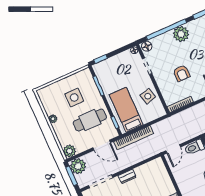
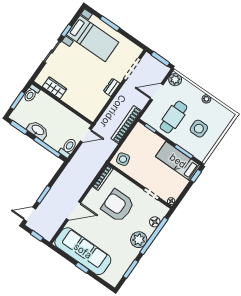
floor lamp: (147, 46) -> (155, 222), moved
armchair: (182, 73) -> (118, 206), width x1.88, depth x1.88
side table: (148, 96) -> (123, 159), moved
bed: (126, 110) -> (178, 161), moved, turned 180
door: (102, 145) -> (157, 92), moved
door: (173, 149) -> (86, 135), swing flipped
plant: (78, 166) -> (160, 71), removed

